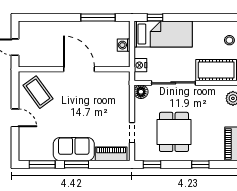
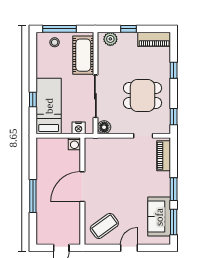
window: (98, 18) -> (33, 196), moved
window: (155, 18) -> (33, 100), moved
washing machine: (124, 45) -> (74, 144), moved
sofa: (74, 149) -> (159, 217), moved

